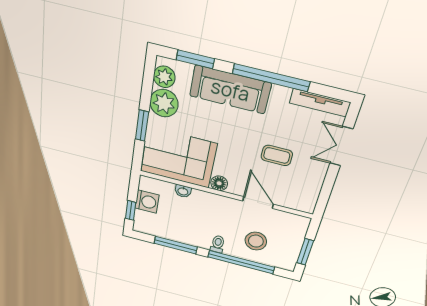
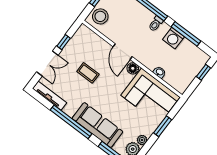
plant: (164, 103) -> (142, 140), width x0.53, depth x0.53
window: (329, 182) -> (64, 42), added
washing machine: (147, 202) -> (173, 38), moved, turned -90
door: (258, 203) -> (123, 52), moved
stool: (256, 241) -> (100, 16), moved

